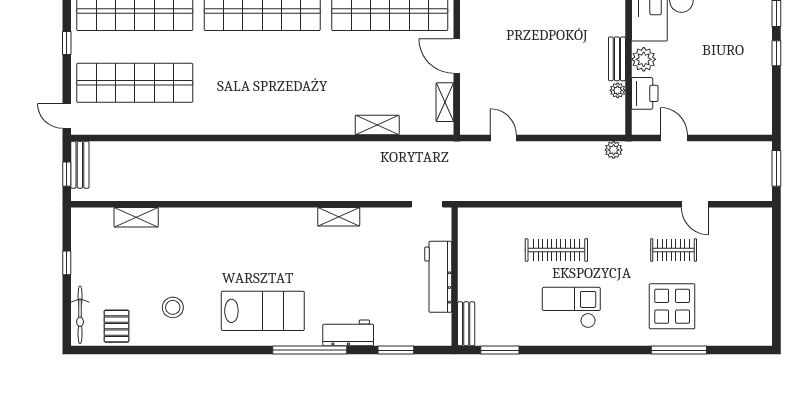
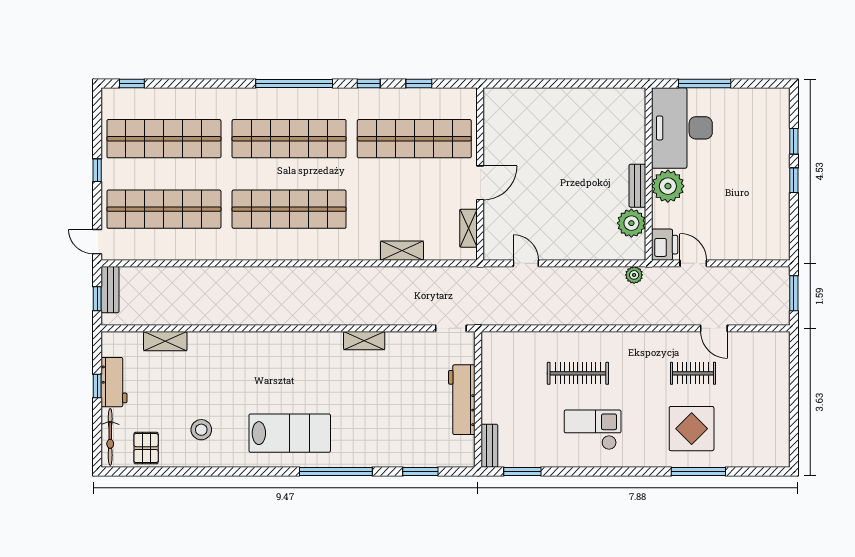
door: (457, 56) -> (480, 183), swing flipped
plant: (644, 59) -> (668, 186), width x1.36, depth x1.36
shop shelf: (262, 83) -> (289, 209), added
plant: (618, 90) -> (631, 223), width x1.87, depth x1.87
printer: (645, 93) -> (665, 245), moved
workbench: (348, 333) -> (114, 382), moved, turned 90

